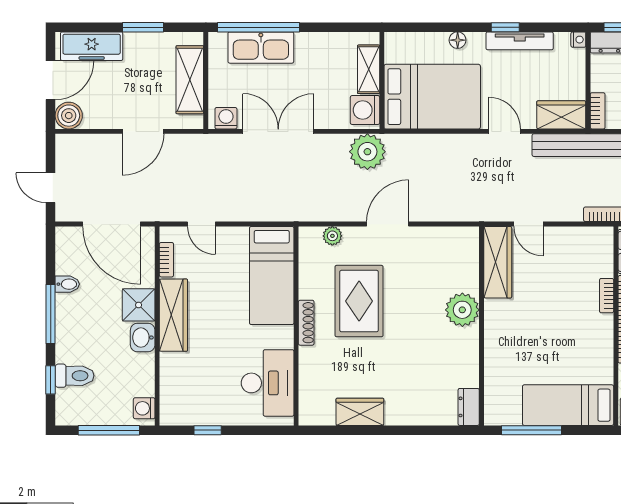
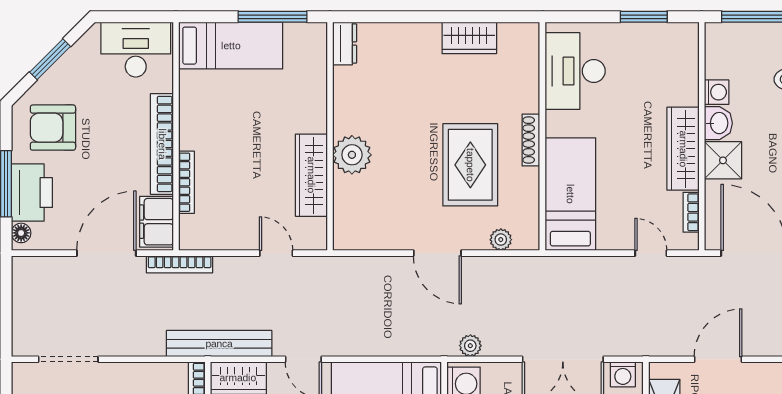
plant: (367, 152) -> (470, 346), width x0.53, depth x0.53
door: (388, 224) -> (437, 253), hinge flipped
wardrobe: (498, 262) -> (311, 175), moved
bookcase: (607, 296) -> (187, 182), width x1.56
washing machine: (144, 408) -> (717, 92), moved
window: (208, 430) -> (644, 17), width x1.50

